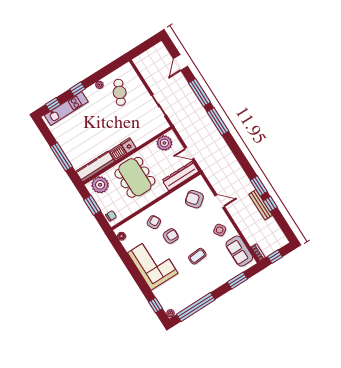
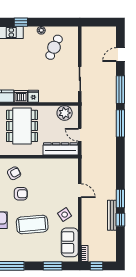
armchair: (194, 199) -> (60, 176), removed
coffee table: (197, 256) -> (32, 224), width x1.86, depth x1.72

